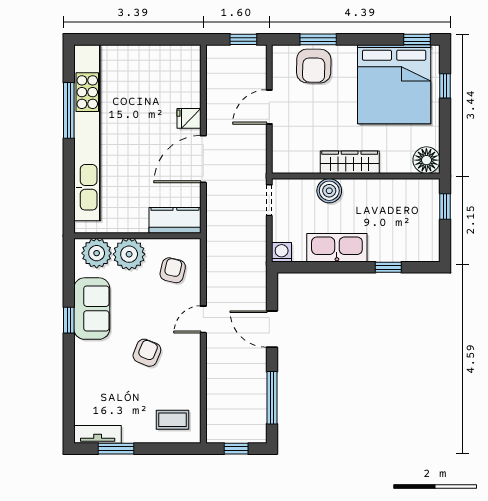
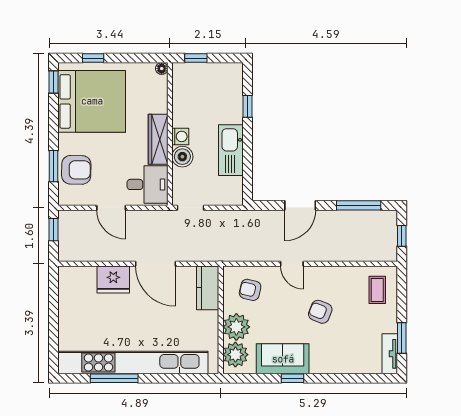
fridge: (189, 118) -> (113, 279), width x1.88, depth x1.34
desk: (296, 150) -> (147, 184), added
floor lamp: (426, 160) -> (162, 69), width x0.53, depth x0.53
washing machine: (282, 252) -> (180, 136), moved, turned 180

